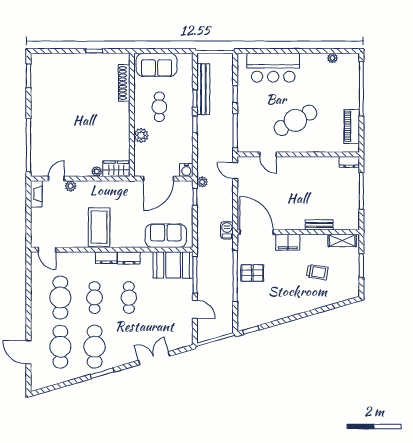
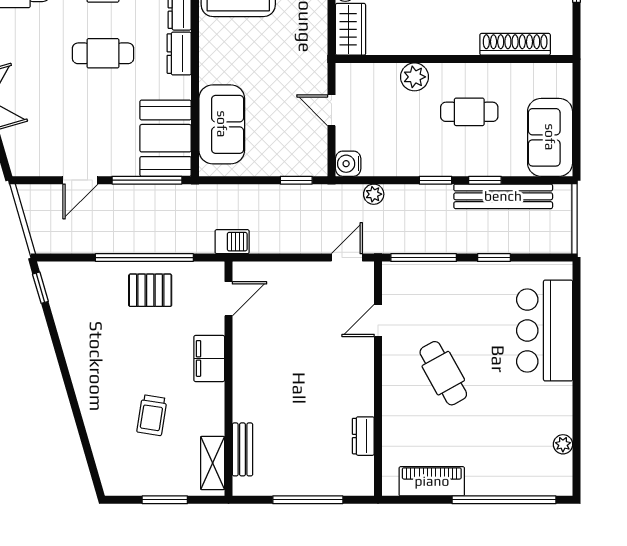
sofa: (157, 65) -> (550, 137), moved
cafe table: (295, 120) -> (443, 373), width x0.73, depth x0.74
dresser: (349, 162) -> (363, 436), moved
door: (159, 179) -> (332, 110), width x0.53
plant: (202, 182) -> (374, 194), moved
bench: (319, 225) -> (242, 449), moved
door: (257, 232) -> (229, 299), width x0.53
pallet: (252, 273) -> (150, 290), turned 90

